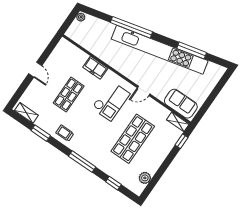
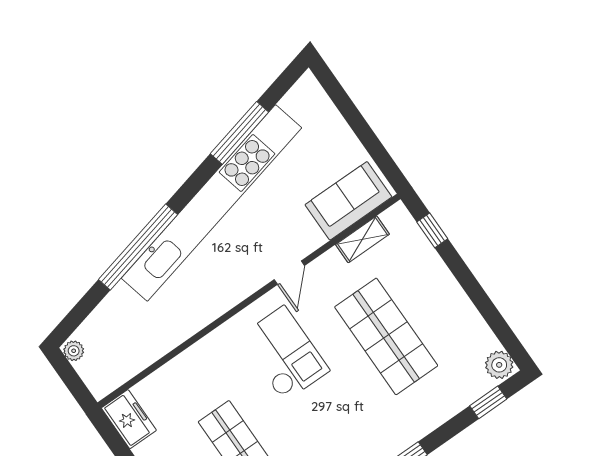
freezer: (95, 68) -> (129, 419), moved, turned -90
shelving: (178, 122) -> (362, 239), moved
plant: (145, 178) -> (499, 365), moved
window: (113, 183) -> (488, 402), moved

